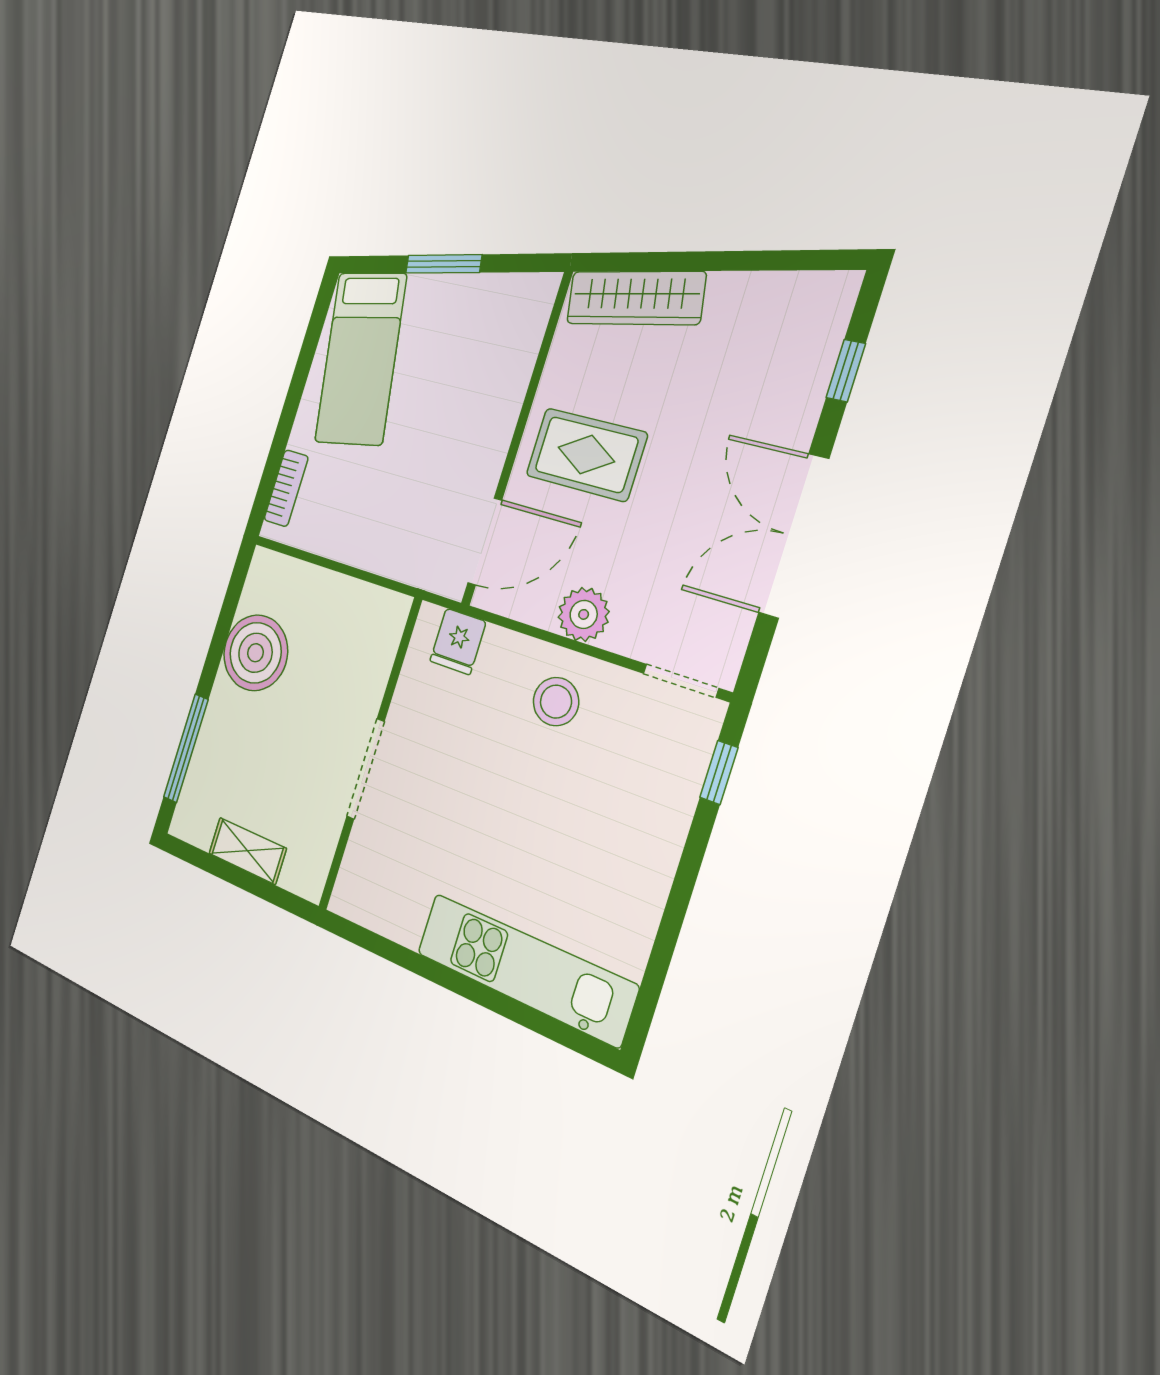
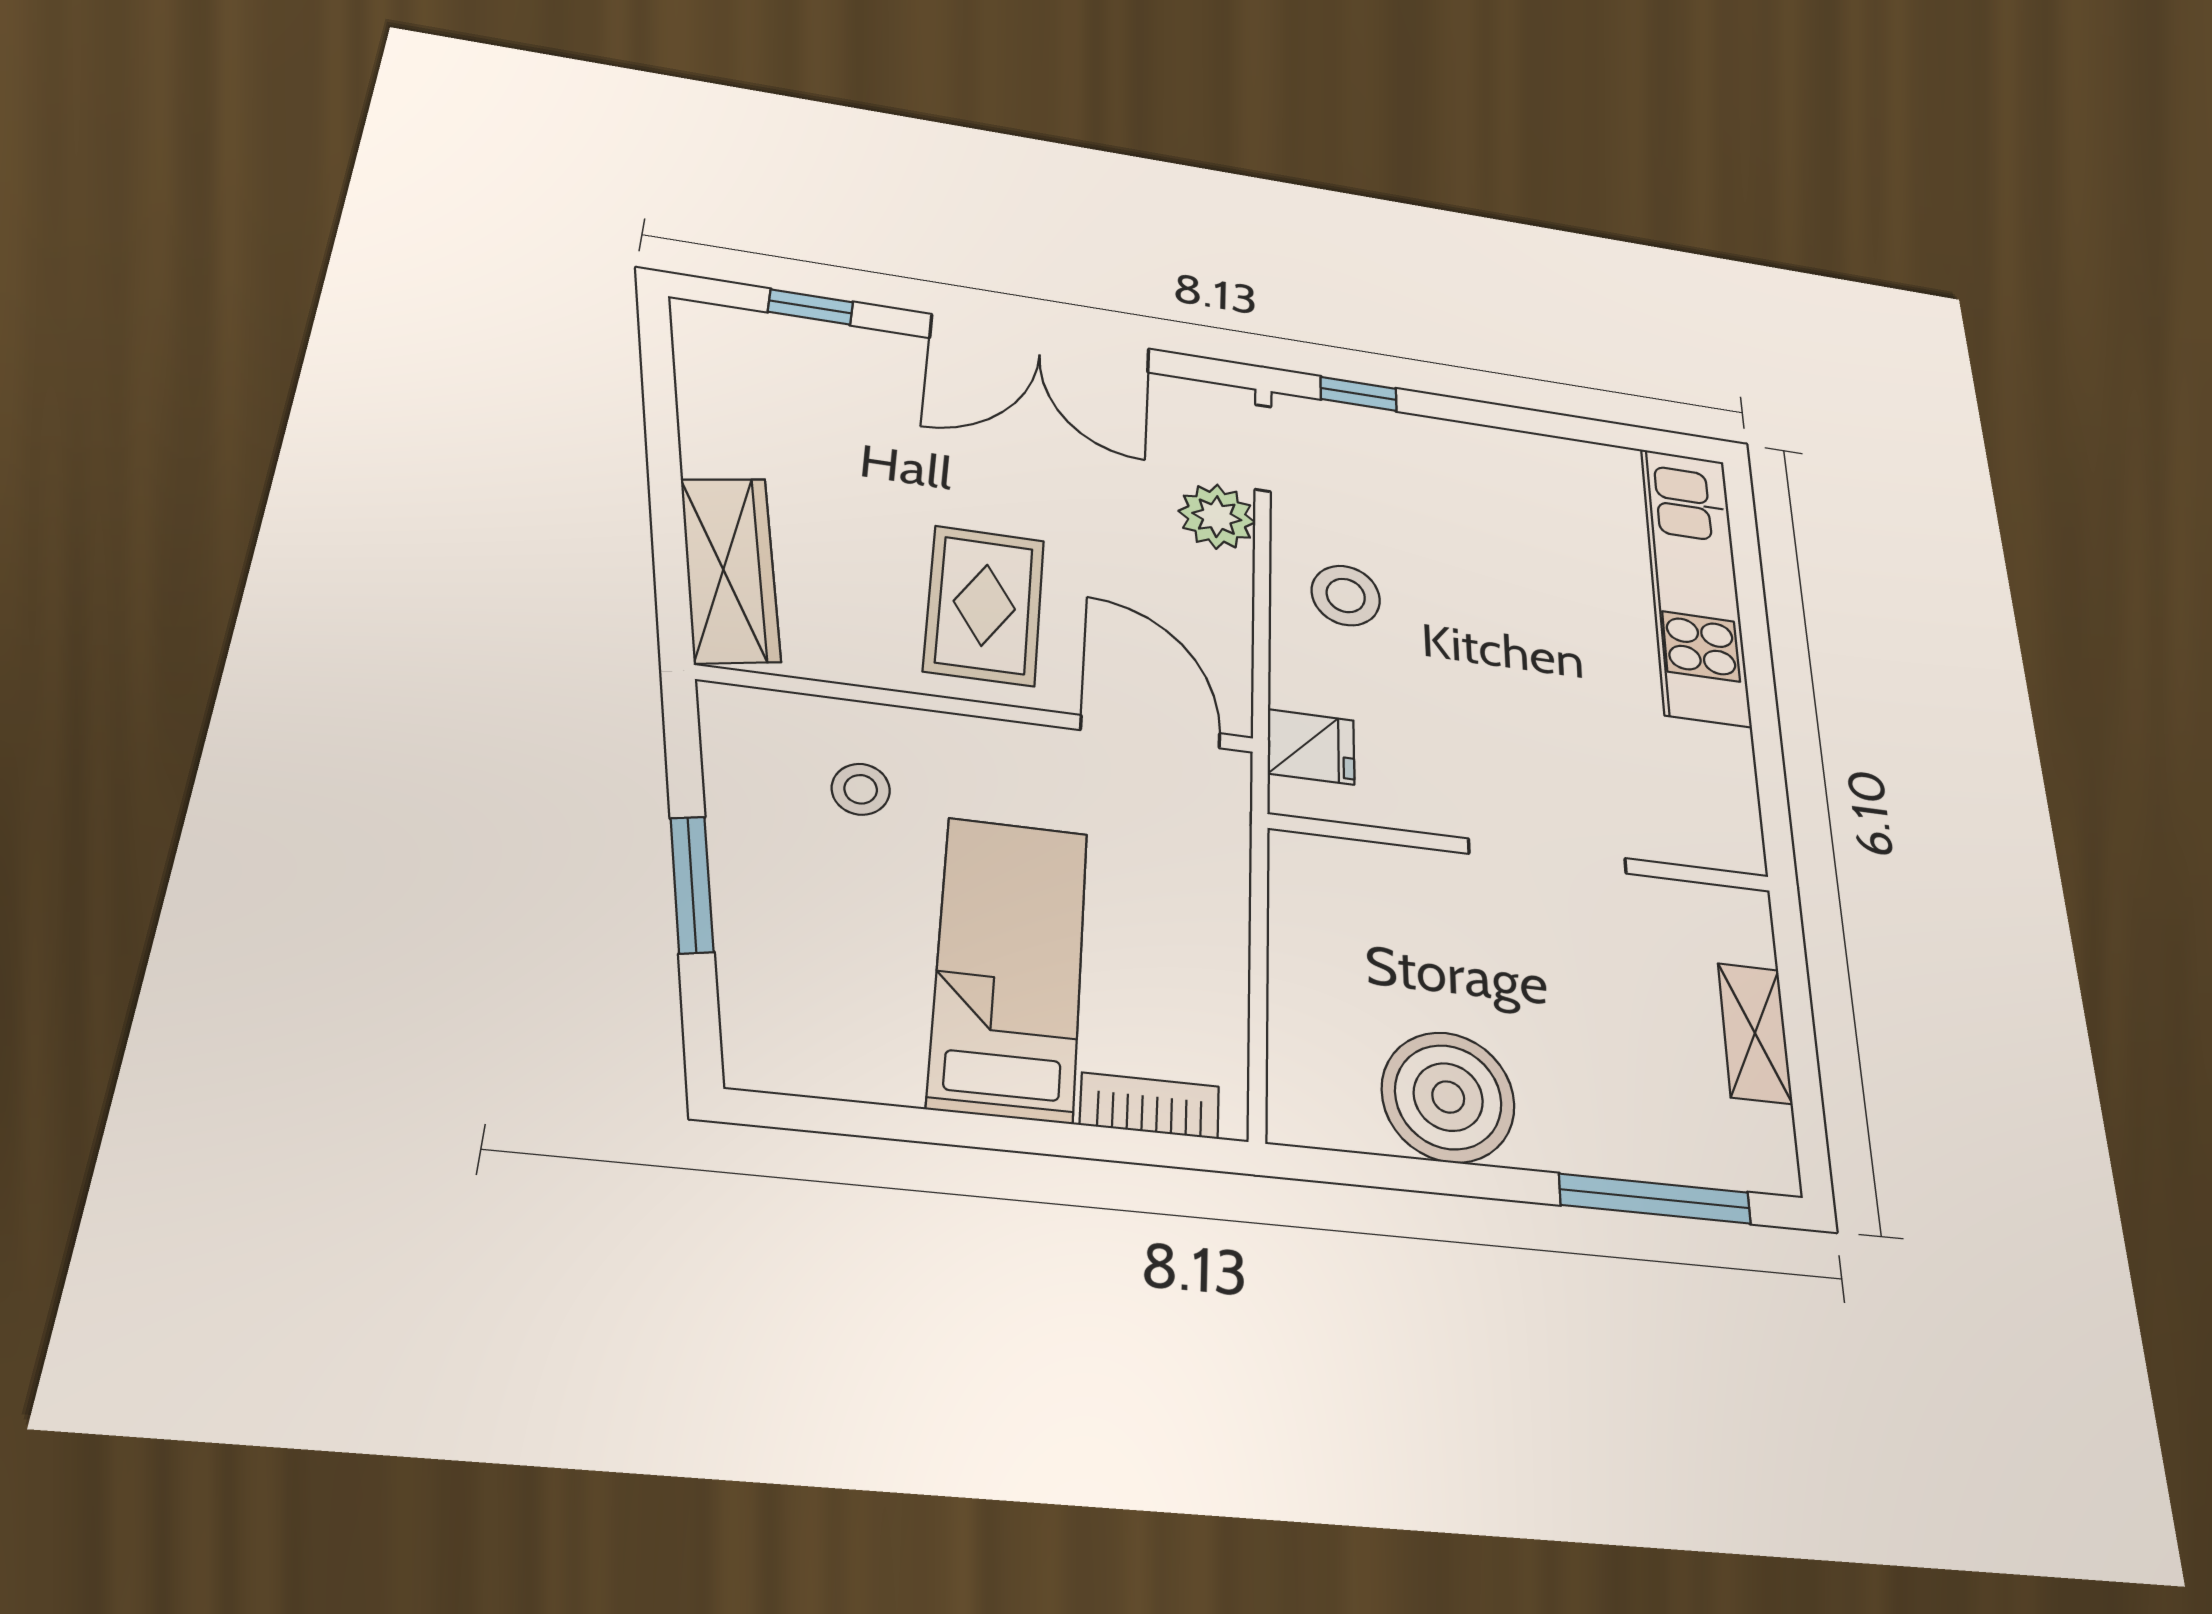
bed: (361, 358) -> (1009, 967), moved, turned -80
stool: (480, 361) -> (861, 789), added
plant: (584, 614) -> (1217, 517), moved

